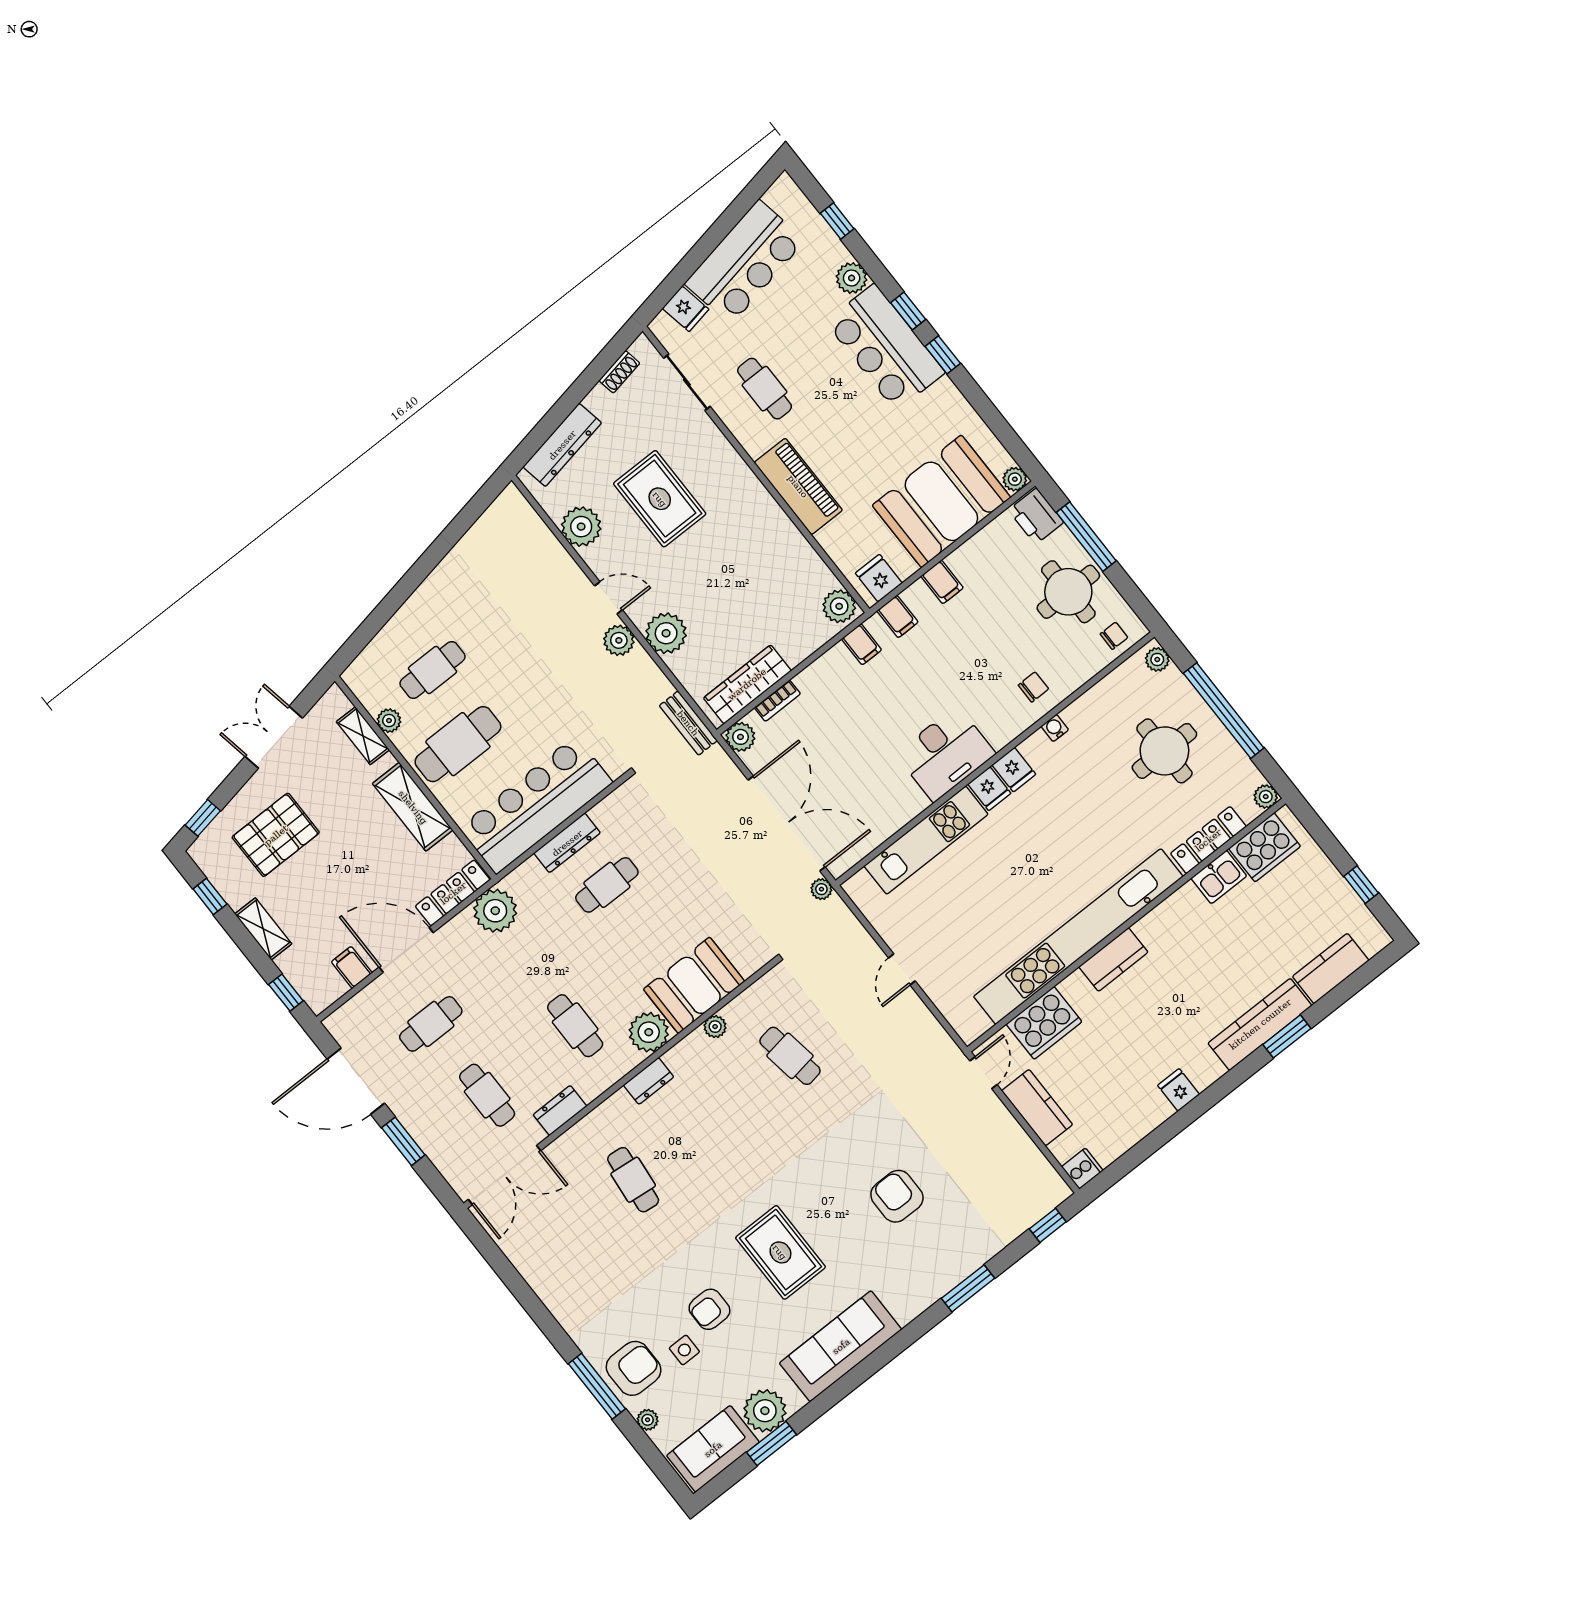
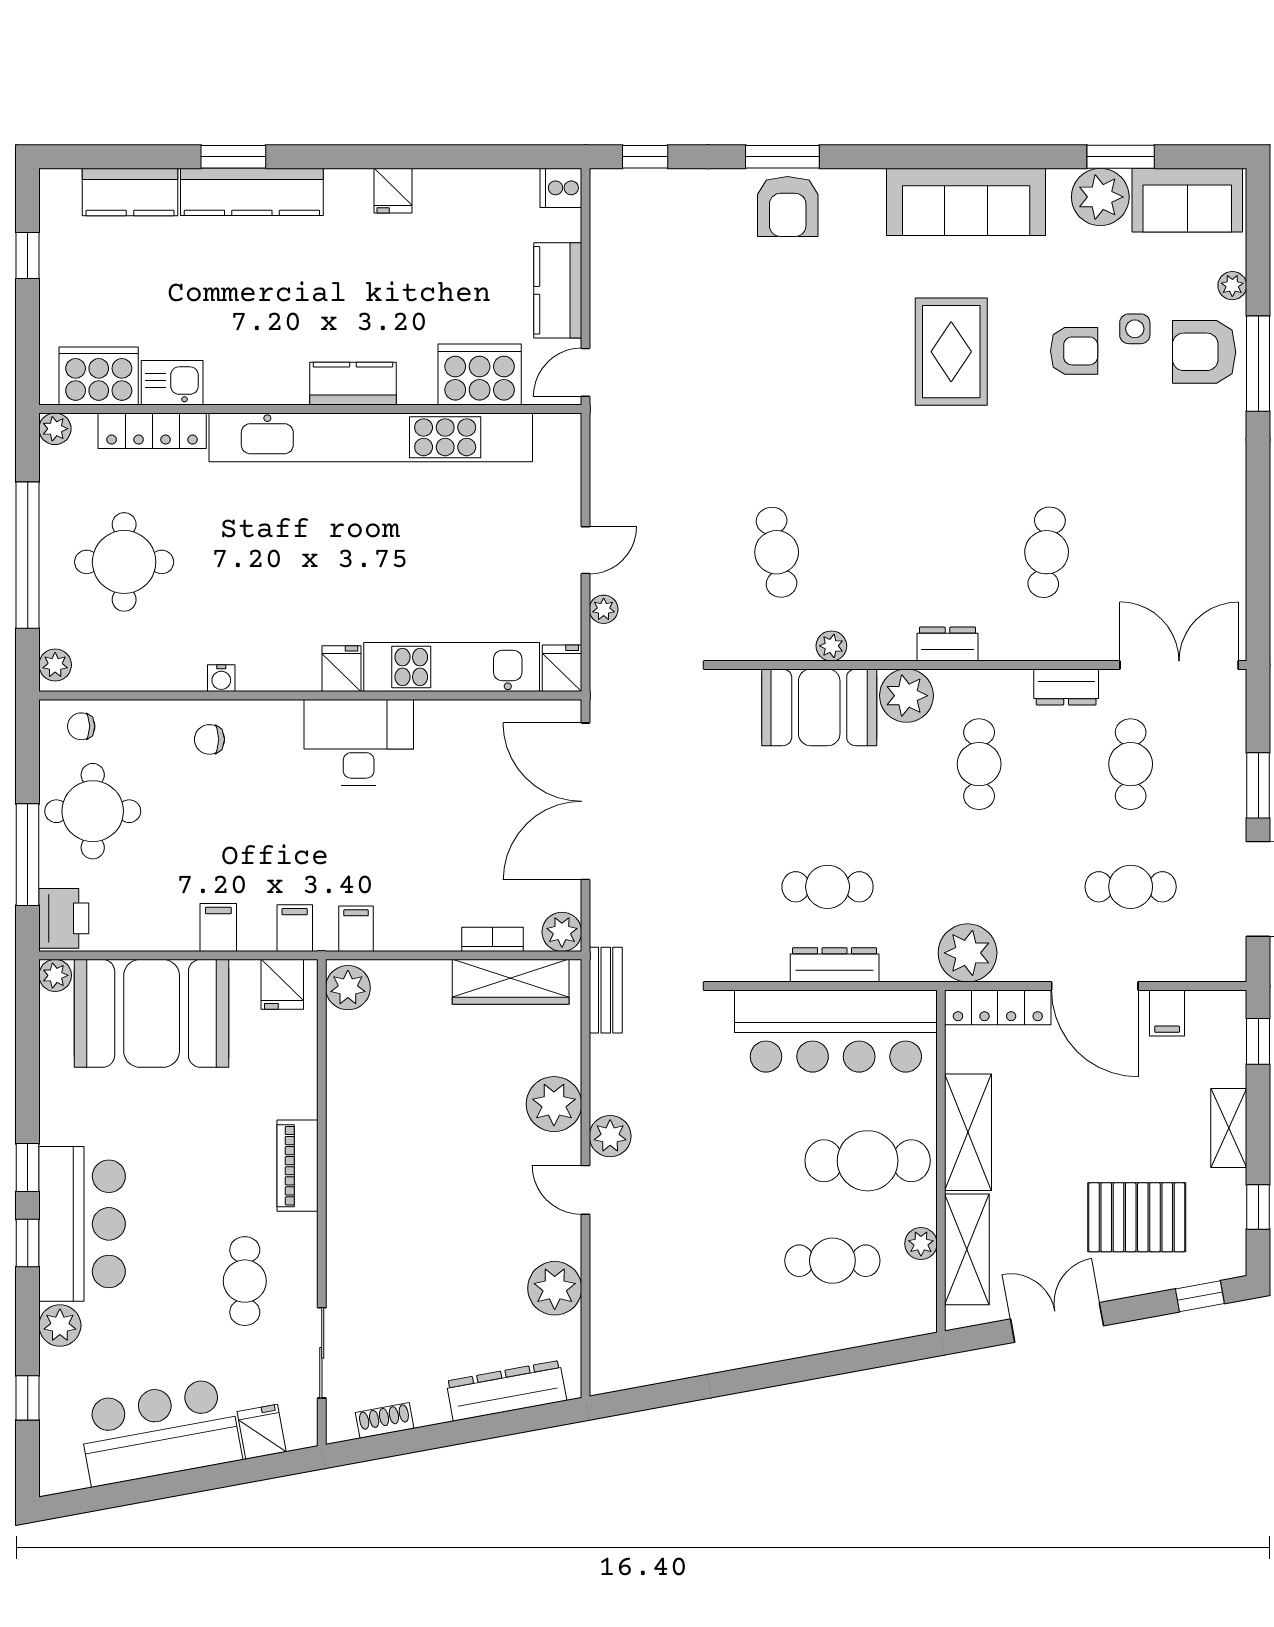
piano: (798, 486) -> (298, 1166), width x0.73, depth x0.75
rug: (660, 499) -> (448, 1252), removed
shelving: (363, 736) -> (967, 1249), width x1.50, depth x1.33
double door: (274, 737) -> (1057, 1322), swing flipped
fridge: (1014, 770) -> (562, 668), moved
plant: (821, 889) -> (604, 609), moved
armchair: (897, 1196) -> (788, 206), moved

